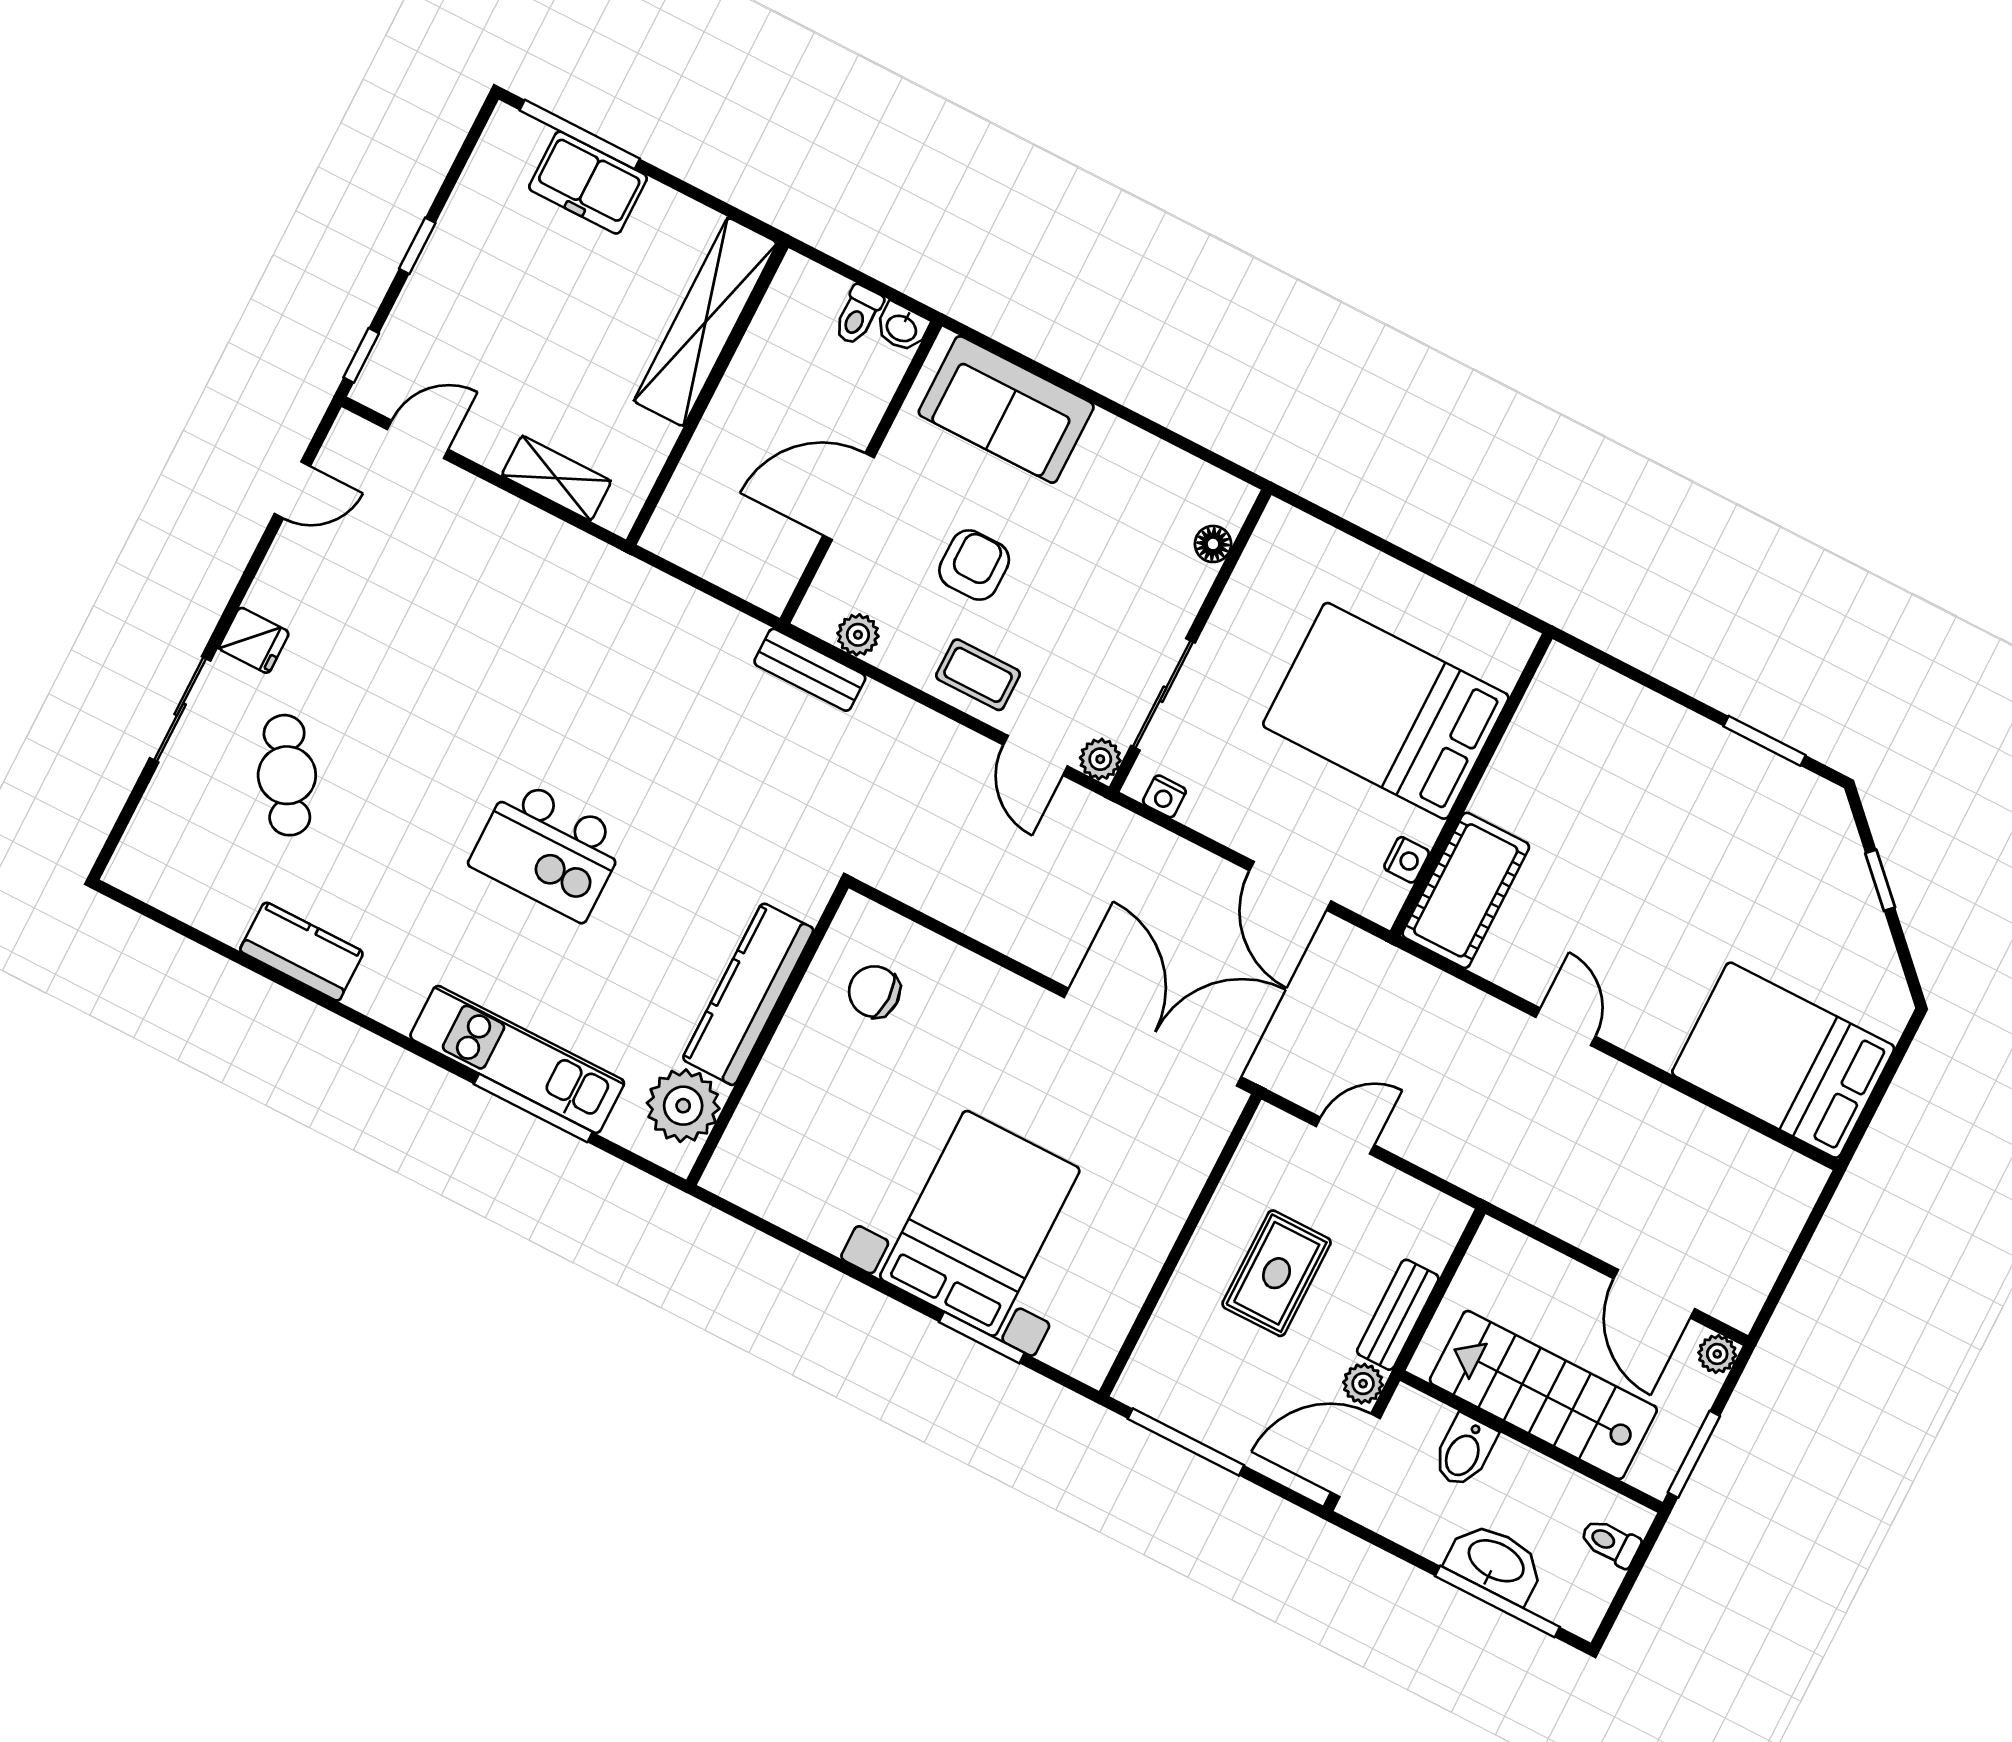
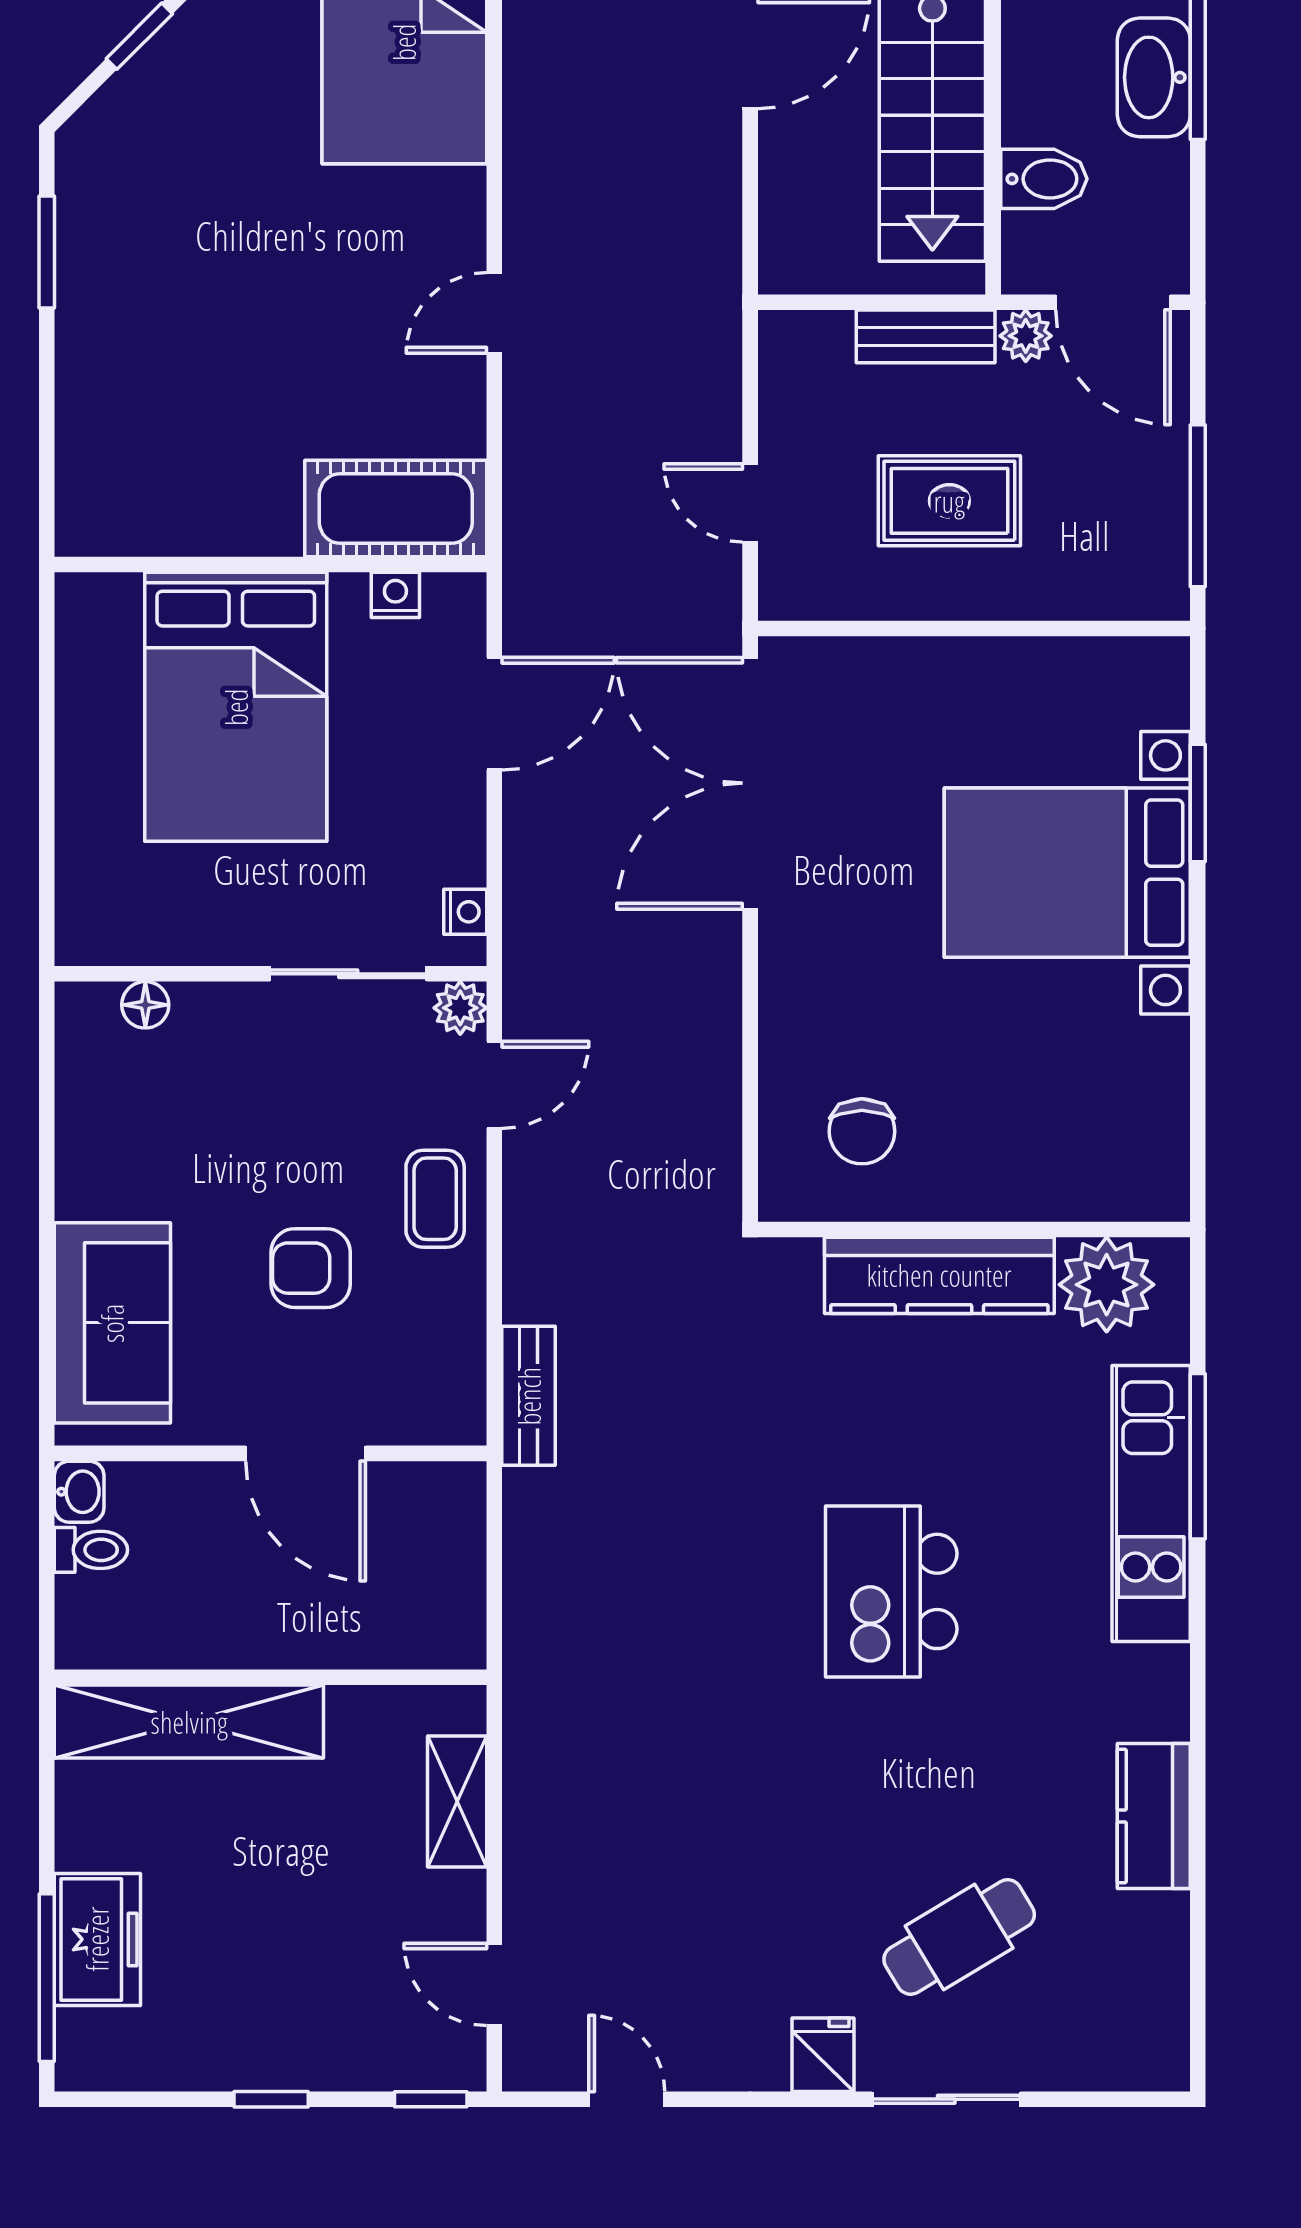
plant: (858, 635) -> (460, 1361), removed
kitchen island: (548, 850) -> (891, 1591), turned 180

